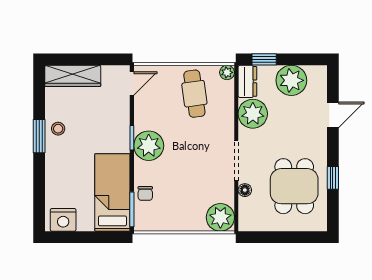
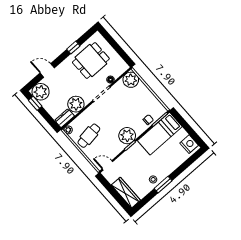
window: (264, 59) -> (35, 103), moved
plant: (291, 80) -> (41, 92), moved

